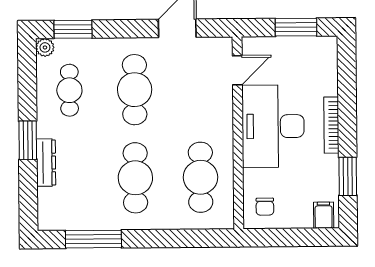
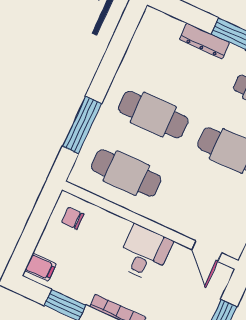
desk: (273, 126) -> (144, 253), width x0.53, depth x0.77
window: (93, 239) -> (82, 125), moved

